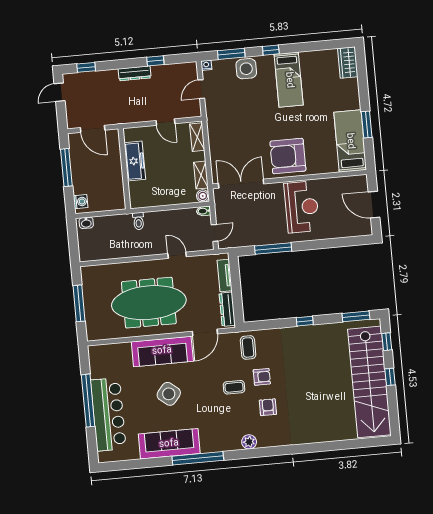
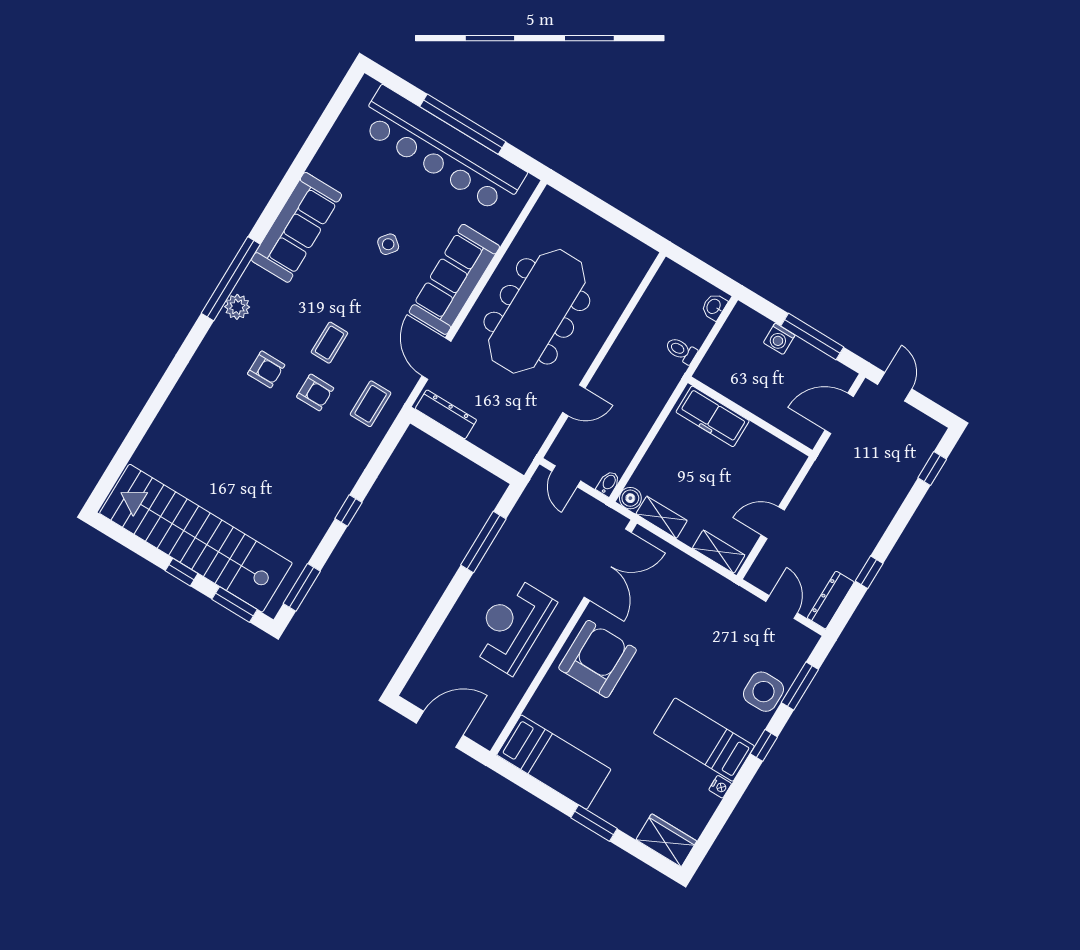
nightstand: (206, 65) -> (720, 787), moved
dresser: (135, 73) -> (831, 600), moved
door: (59, 92) -> (895, 387), moved
window: (367, 125) -> (594, 823), moved
freezer: (135, 161) -> (713, 416), moved
washing machine: (81, 202) -> (779, 339), moved
reception desk: (302, 207) -> (512, 625), turned 90
toilet: (138, 221) -> (681, 350), moved
tv unit: (225, 275) -> (496, 446), removed
window: (79, 303) -> (609, 213), removed
window: (387, 342) -> (234, 604), width x1.50
coffee table: (248, 347) -> (371, 404), turned 90
armchair: (262, 377) -> (315, 392), turned -90
side table: (169, 394) -> (388, 244), width x0.54, depth x0.54
bar counter: (108, 414) -> (442, 150), width x1.36
sofa: (169, 444) -> (297, 227), moved
window: (198, 458) -> (231, 279), moved

